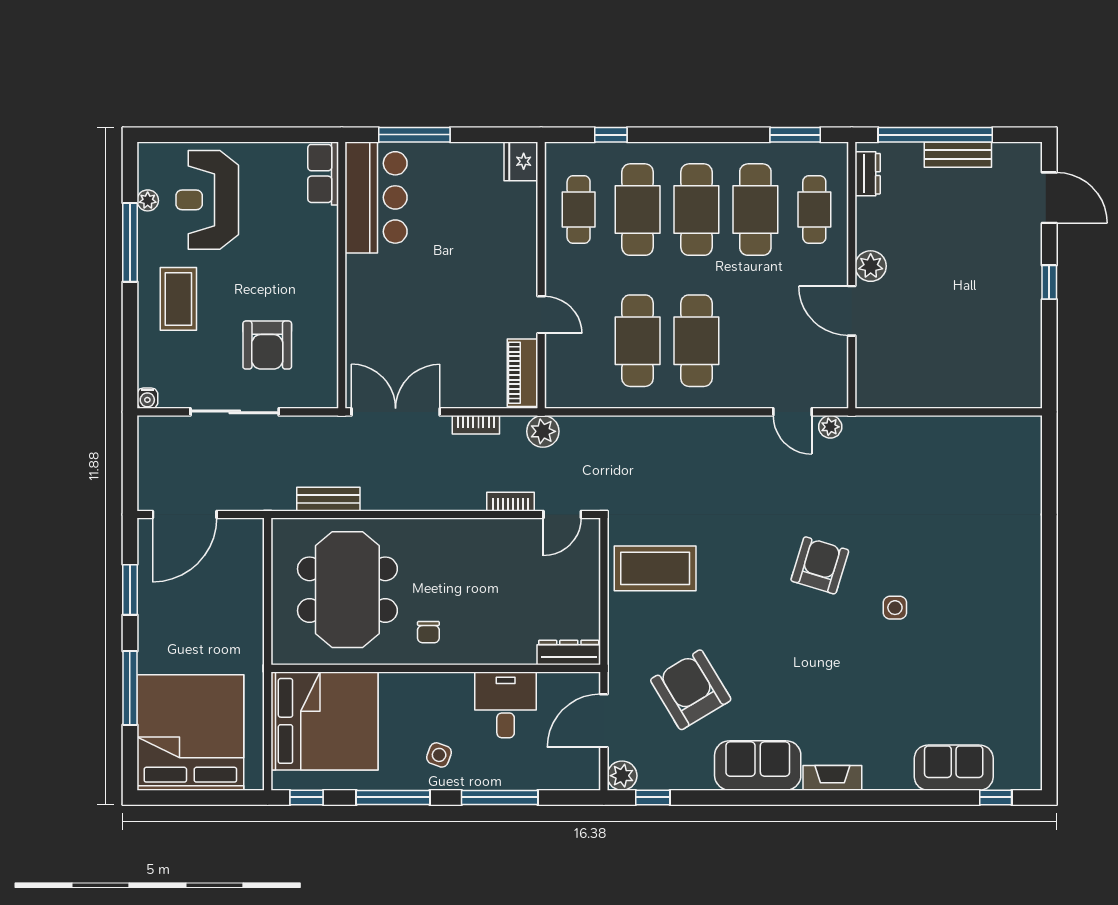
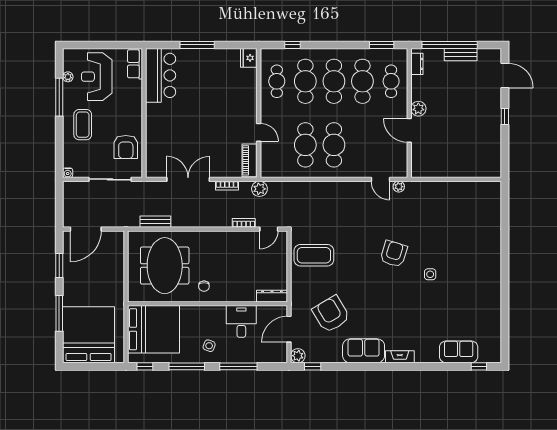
row of seats: (323, 173) -> (135, 64), moved
bar counter: (376, 197) -> (161, 75), moved
wall: (342, 275) -> (144, 113), moved

